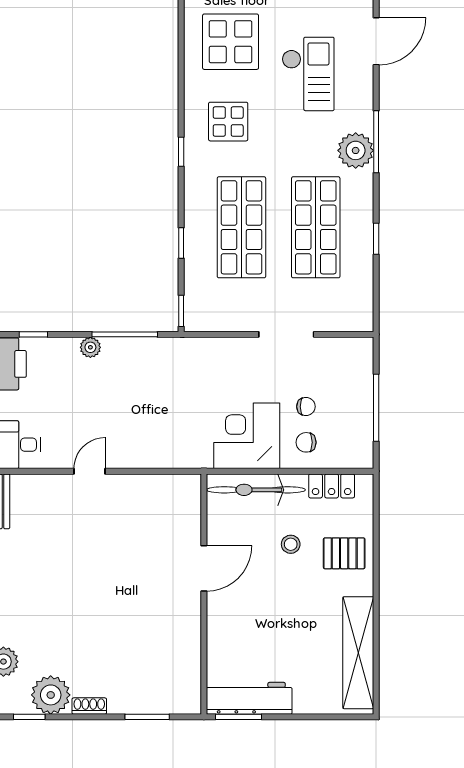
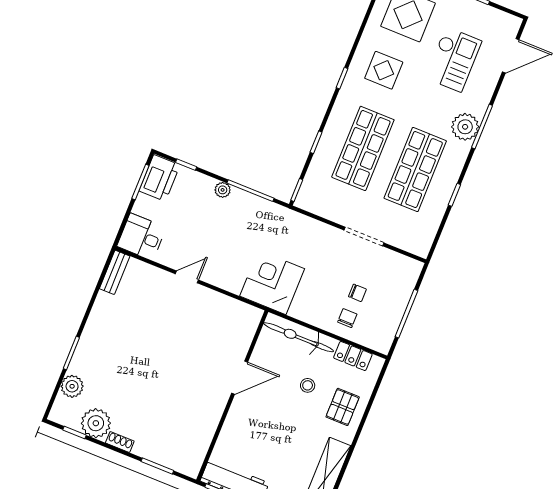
corner desk: (247, 436) -> (272, 282), moved
chair: (306, 442) -> (347, 318), turned 90
pallet: (344, 553) -> (343, 407), turned 90

